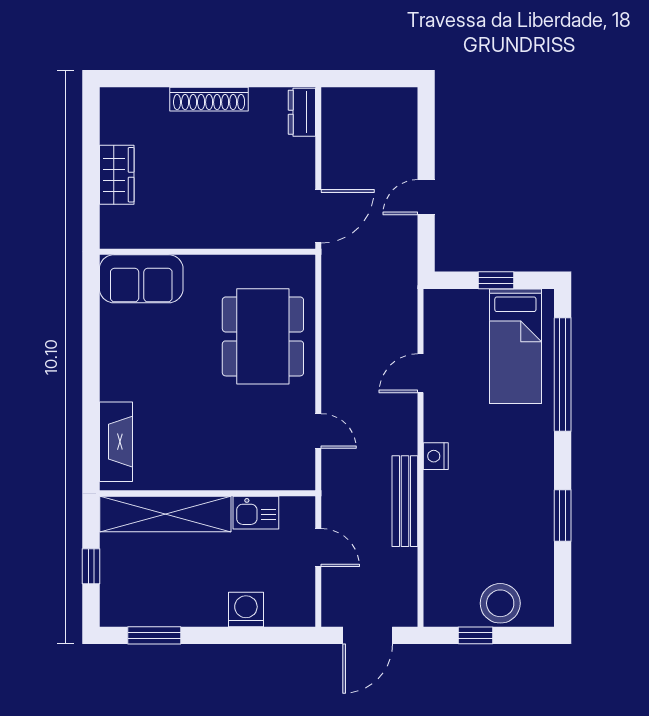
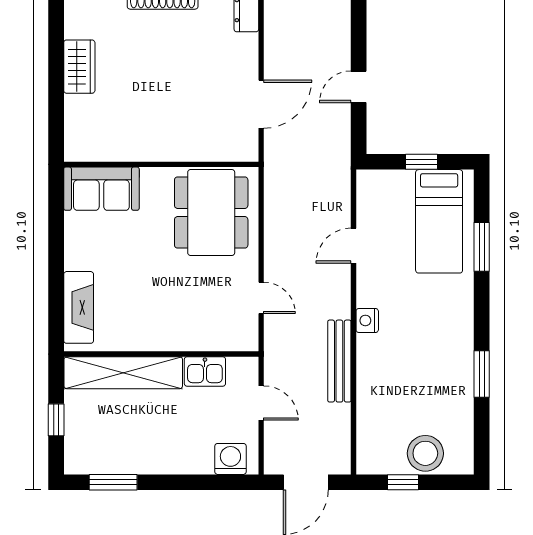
wall: (207, 252) -> (161, 164), moved
sofa: (141, 279) -> (101, 189), moved
window: (563, 374) -> (482, 247), width x0.47
washing machine: (246, 610) -> (230, 459), moved

